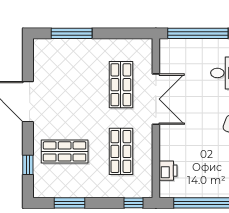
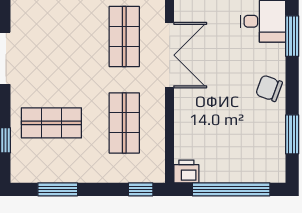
printer: (168, 171) -> (186, 171), moved, turned -90

